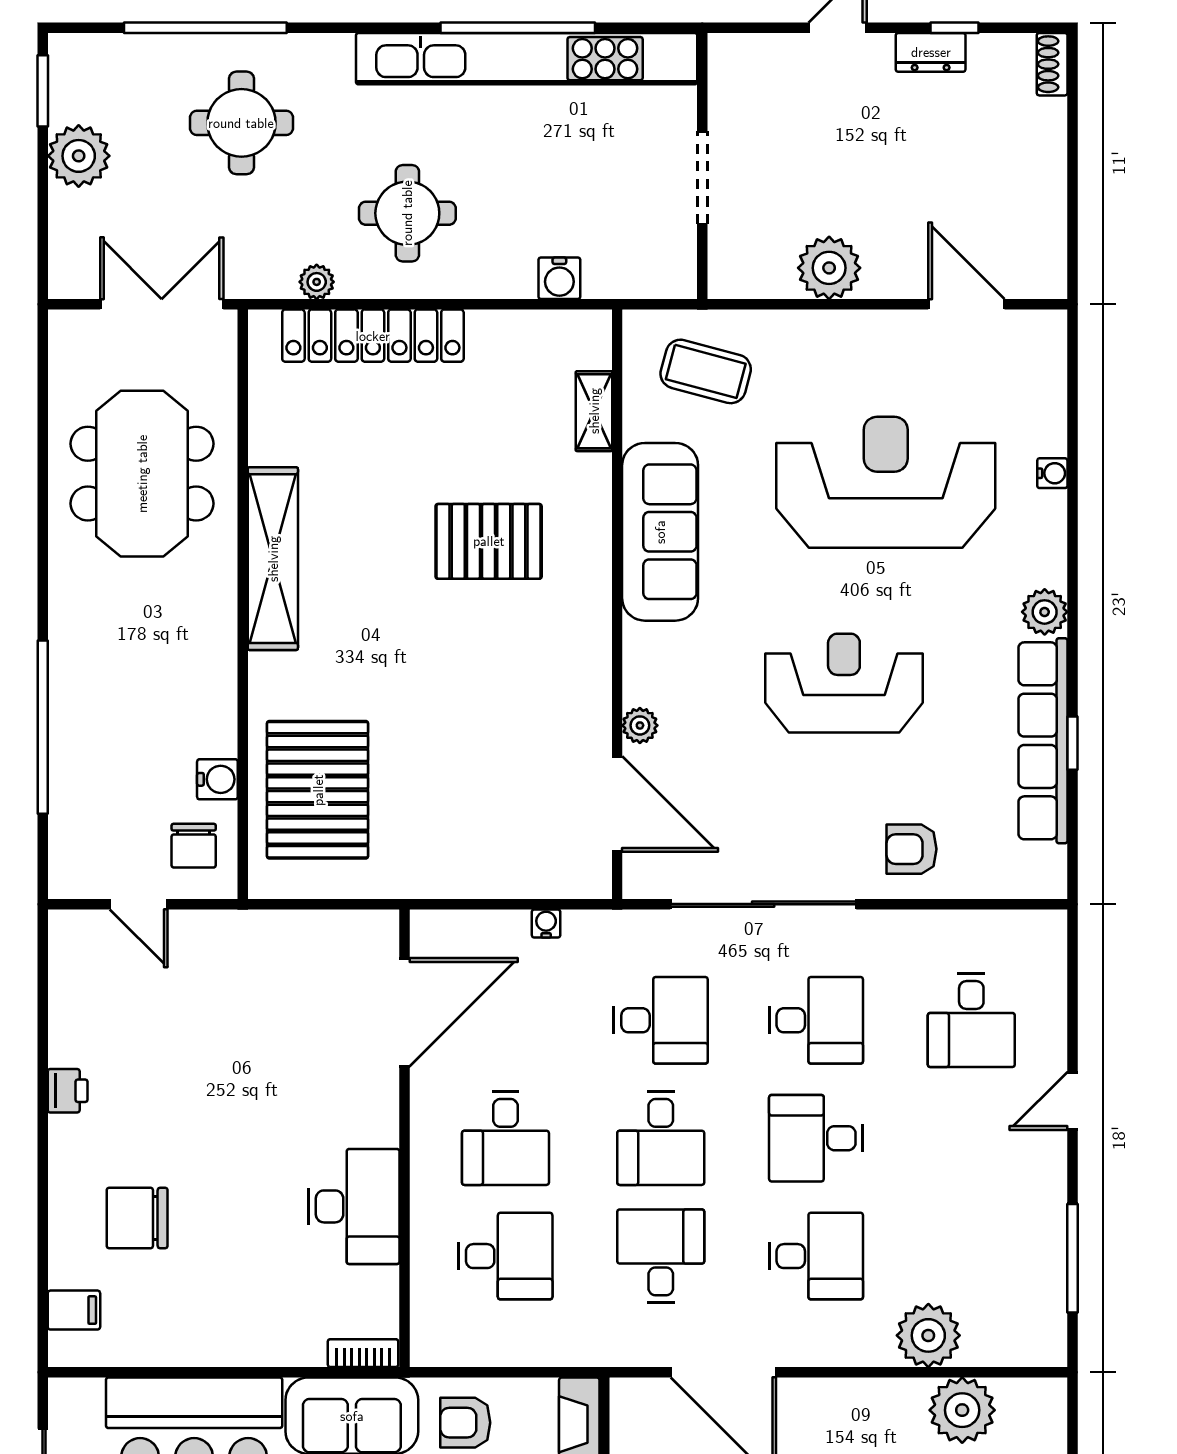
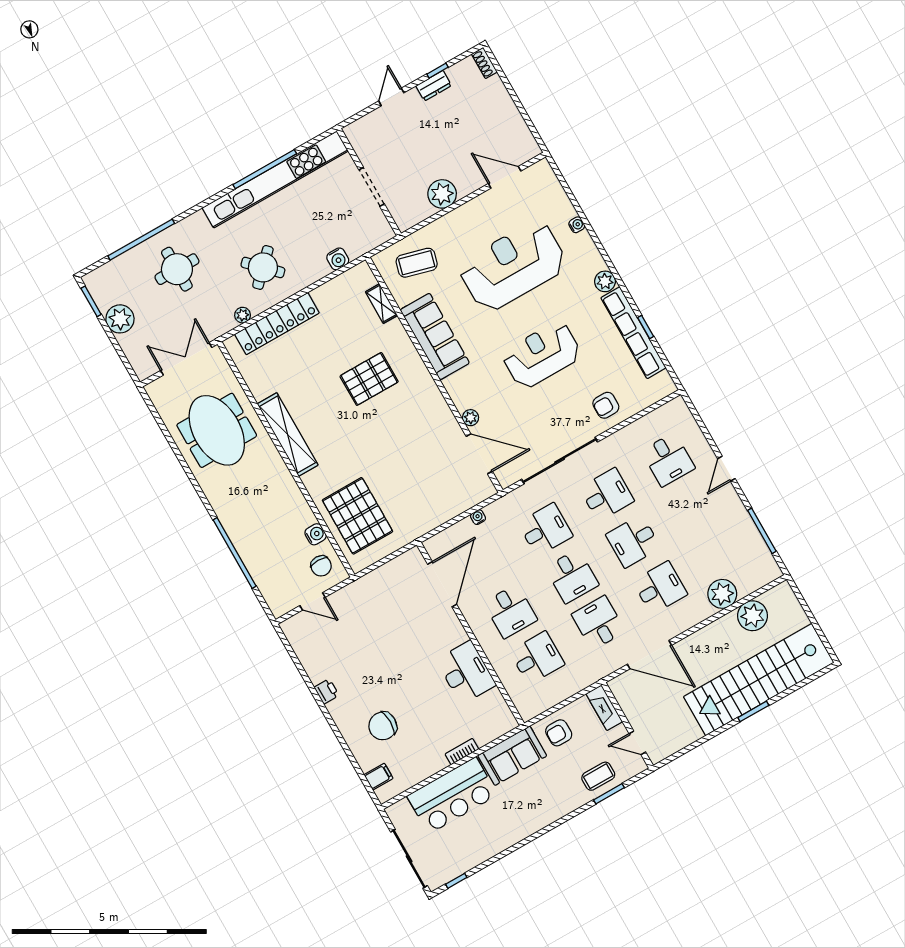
round table: (407, 213) -> (263, 267), turned 45
bookcase: (363, 1353) -> (462, 752), moved

